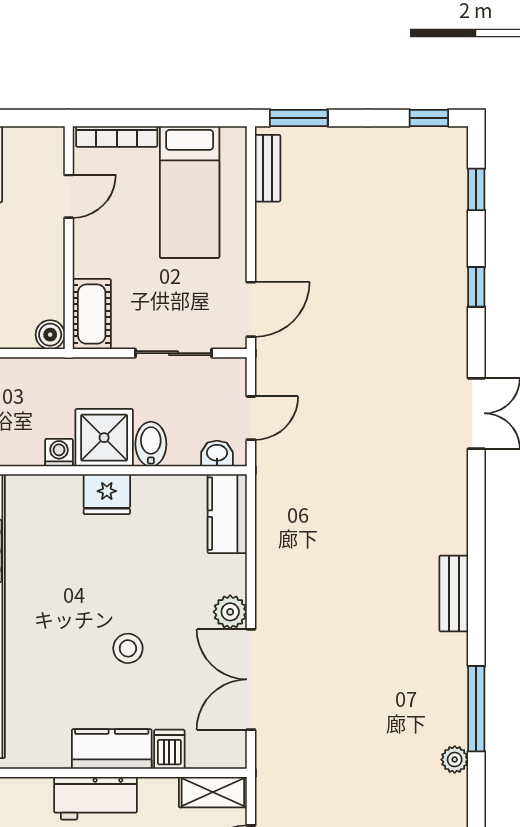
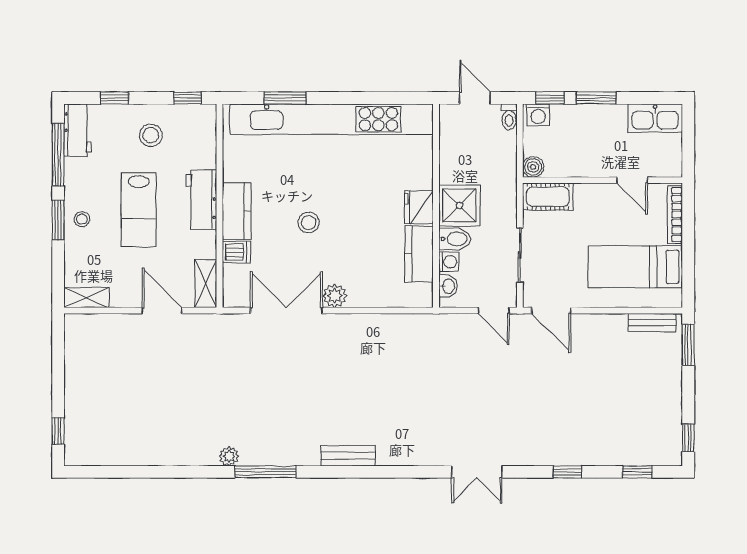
door: (251, 418) -> (494, 311), moved
washing machine: (59, 453) -> (449, 262), moved
kitchen counter: (227, 514) -> (419, 254), moved, turned -90

